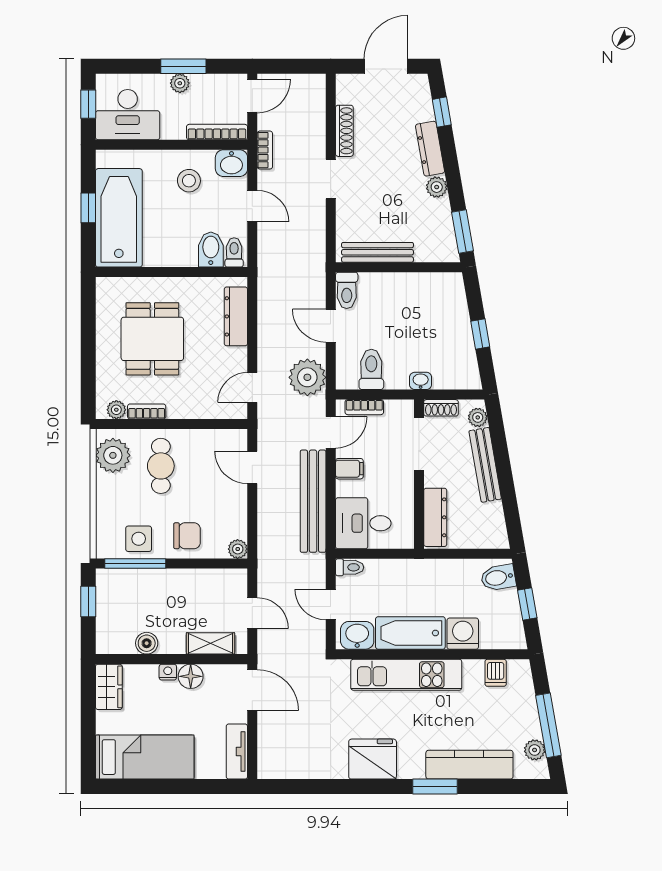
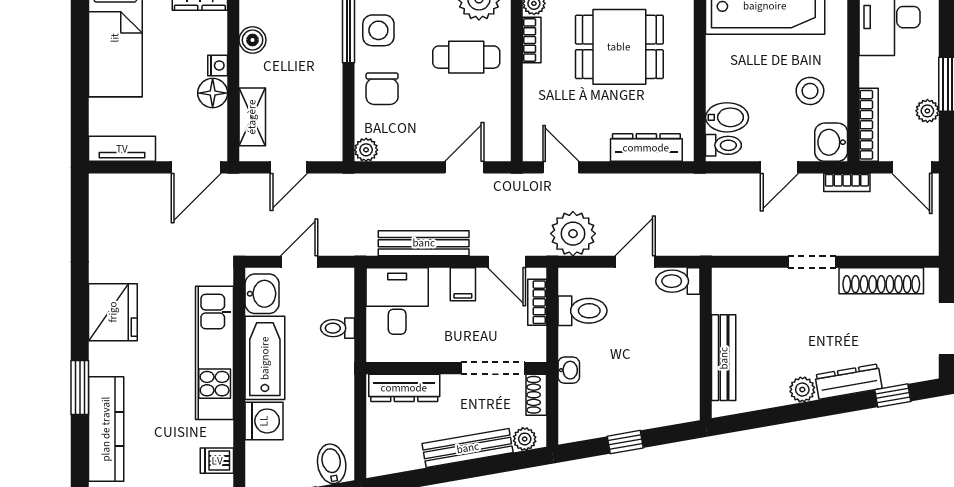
plant: (180, 83) -> (927, 111), moved
shoe rack: (344, 131) -> (881, 281), width x1.36, depth x1.24
window: (462, 232) -> (749, 421), removed
bench: (377, 252) -> (724, 358), moved
bench: (313, 501) -> (424, 243), width x0.73, depth x0.82
toilet: (350, 567) -> (338, 328), moved, turned 90

